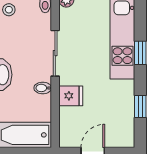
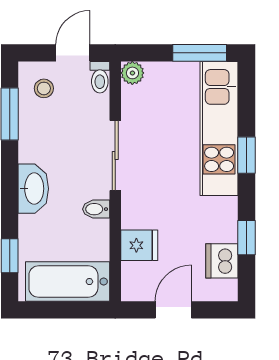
fridge: (71, 96) -> (139, 245), moved
dishwasher: (124, 122) -> (222, 261), added

